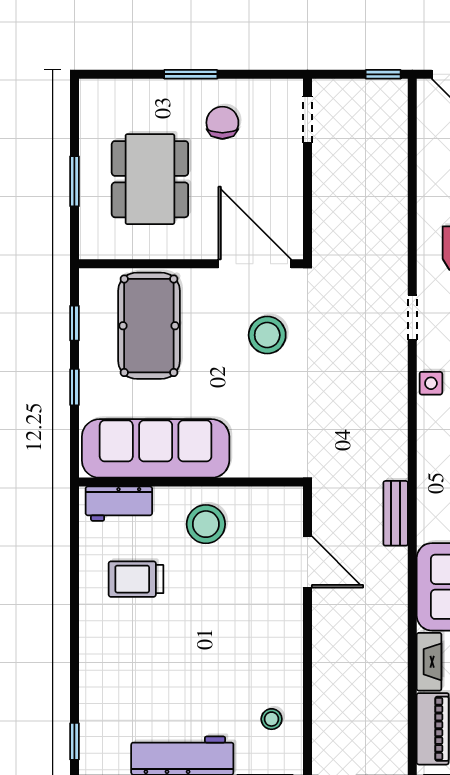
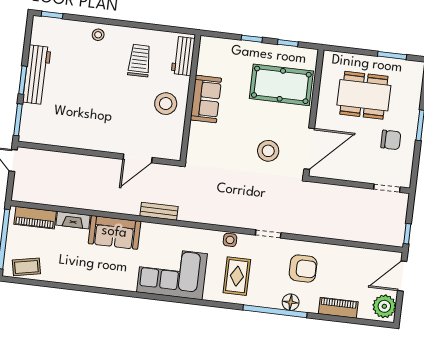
window: (74, 181) -> (392, 55), moved
sofa: (156, 448) -> (206, 99), width x0.54, depth x0.79
stool: (272, 719) -> (98, 35), moved

